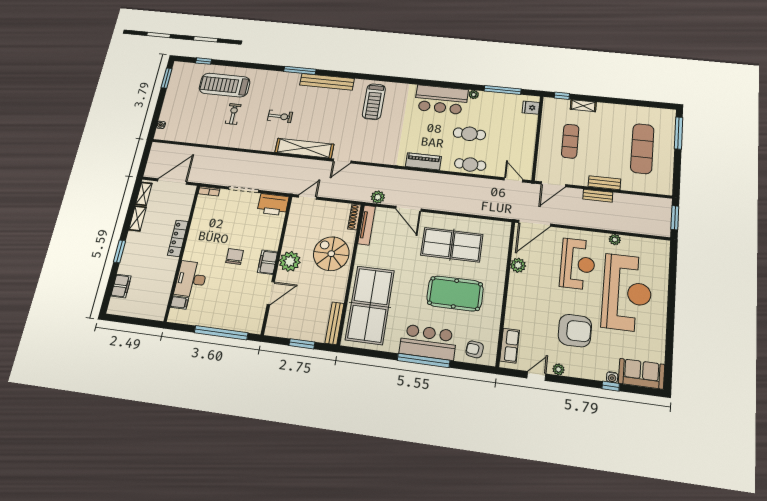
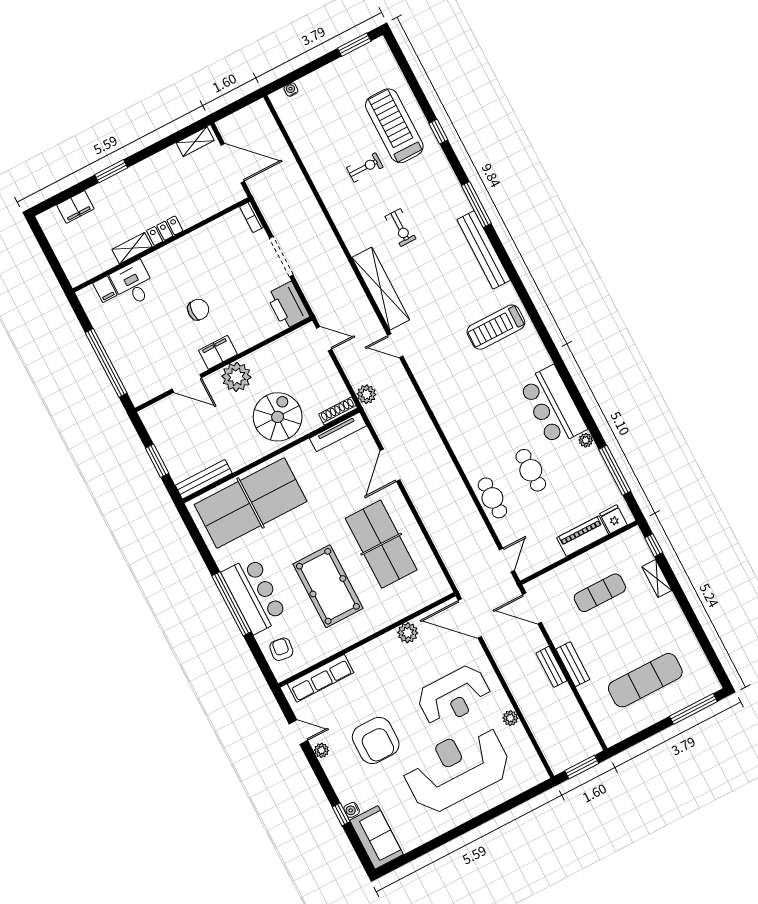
window: (204, 61) -> (438, 132), moved
piano: (423, 161) -> (583, 536), moved, turned -90
plant: (378, 197) -> (366, 394), moved
shelving: (138, 218) -> (132, 248), moved
locker: (178, 238) -> (165, 231), width x0.66
desk: (191, 279) -> (133, 284), width x0.73
reception desk: (627, 293) -> (457, 769), turned 180
row of seats: (510, 346) -> (320, 678), width x1.48

